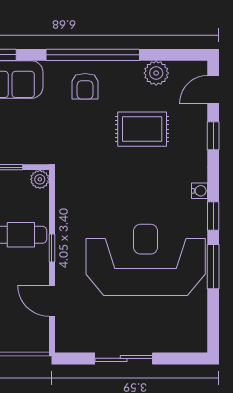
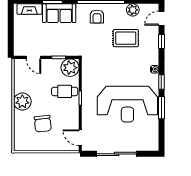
plant: (40, 179) -> (70, 68), width x1.87, depth x1.87
reception desk: (146, 260) -> (127, 104), turned 180
door: (52, 301) -> (80, 138), moved
sliding door: (124, 358) -> (116, 154), width x1.37

